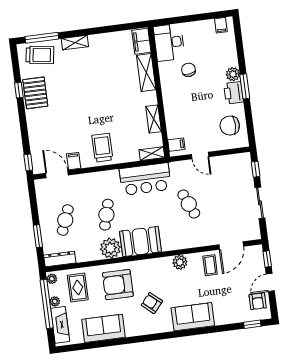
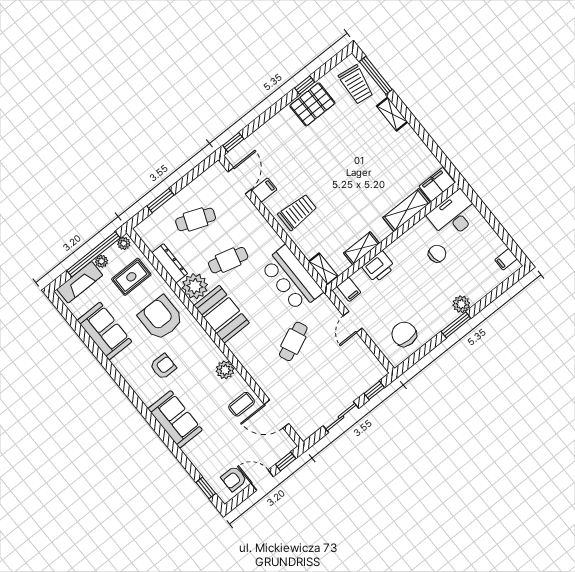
printer: (234, 93) -> (378, 267), moved, turned 180
dresser: (60, 259) -> (170, 263), moved
armchair: (152, 303) -> (163, 367), turned 49

